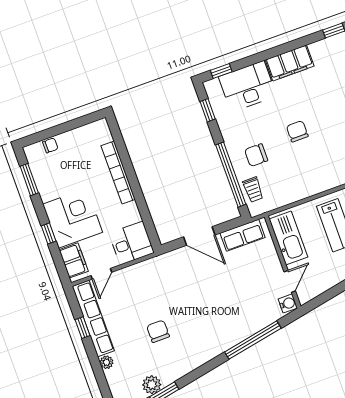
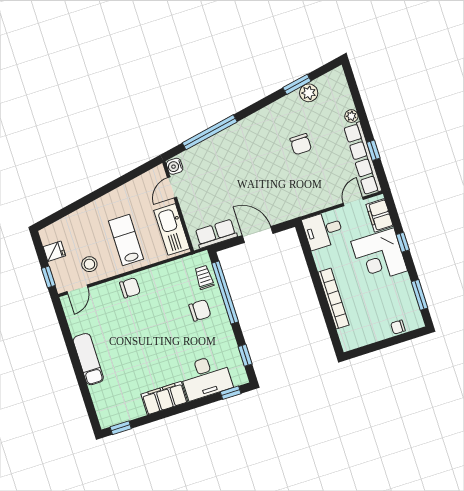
chair: (297, 131) -> (130, 288), moved, turned -90

